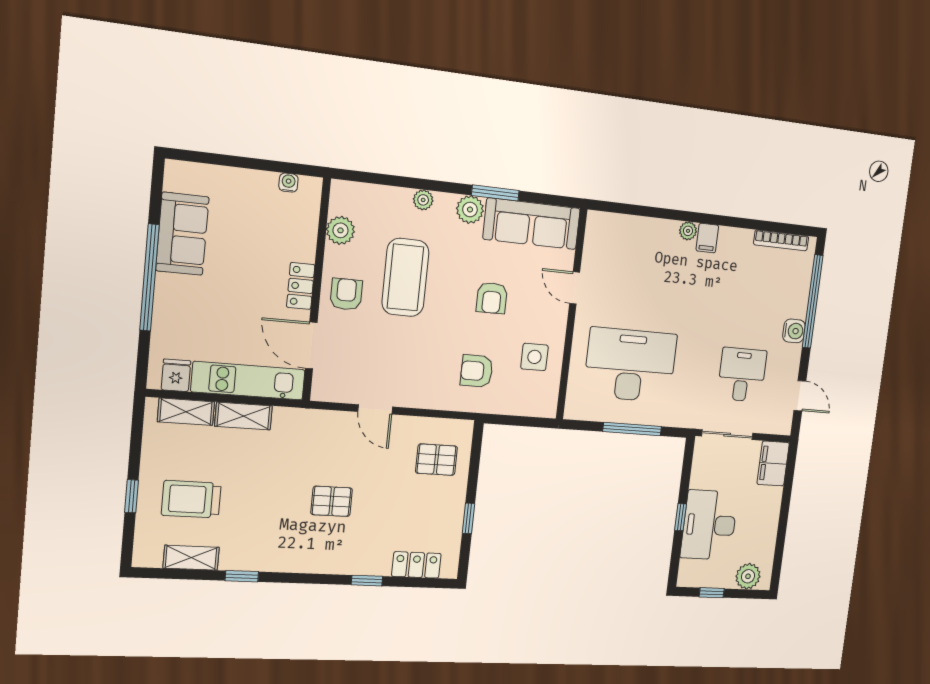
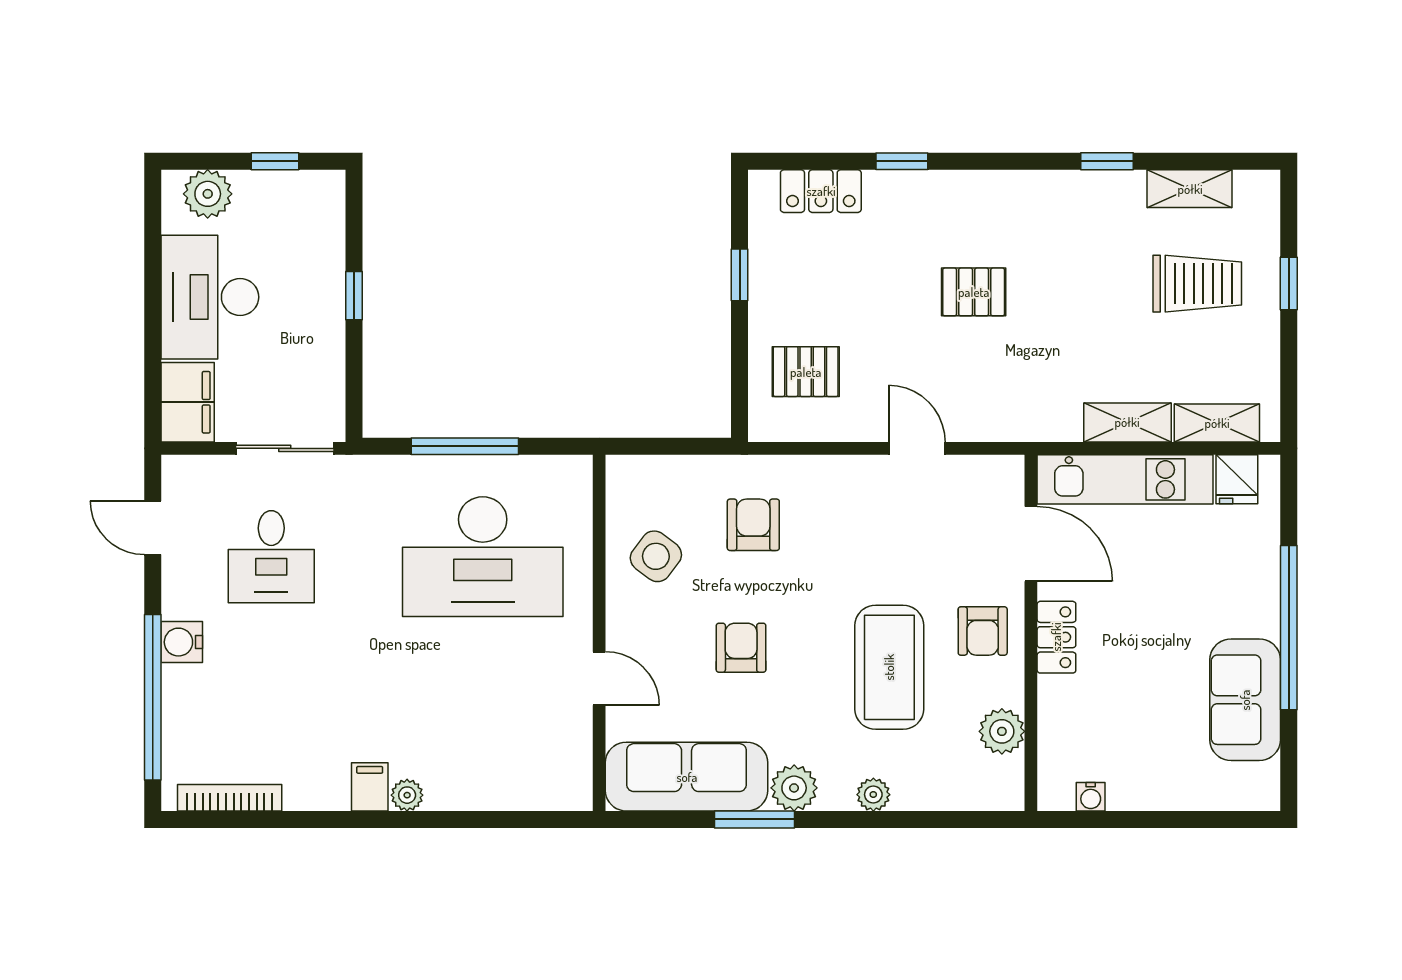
side table: (534, 357) -> (656, 556), turned 37
armchair: (477, 371) -> (753, 525), turned -90
desk: (709, 525) -> (210, 297), moved, turned 180

